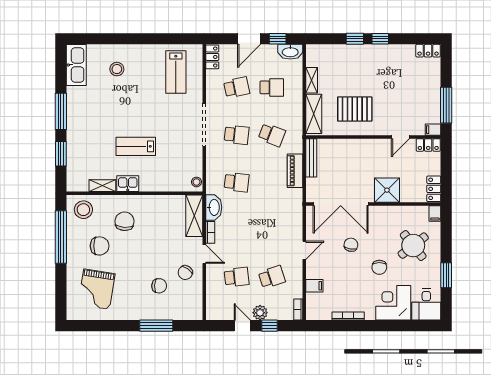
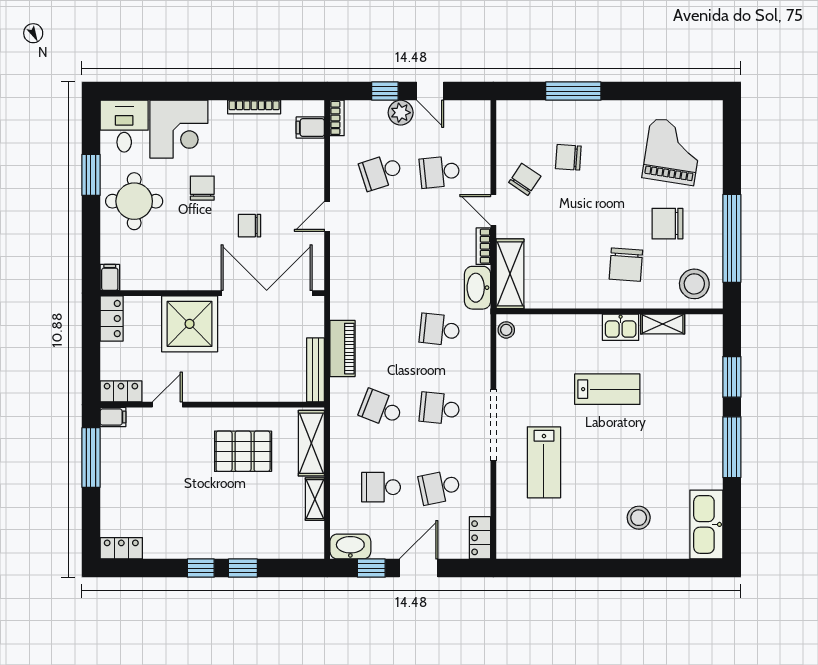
lab bench: (176, 72) -> (544, 462), moved, turned 180
shower: (387, 190) -> (190, 324), width x1.37, depth x1.37
chair: (351, 245) -> (249, 226), turned 80
round table: (413, 246) -> (134, 201), moved, turned 38
filing cabinet: (314, 286) -> (310, 128), moved

